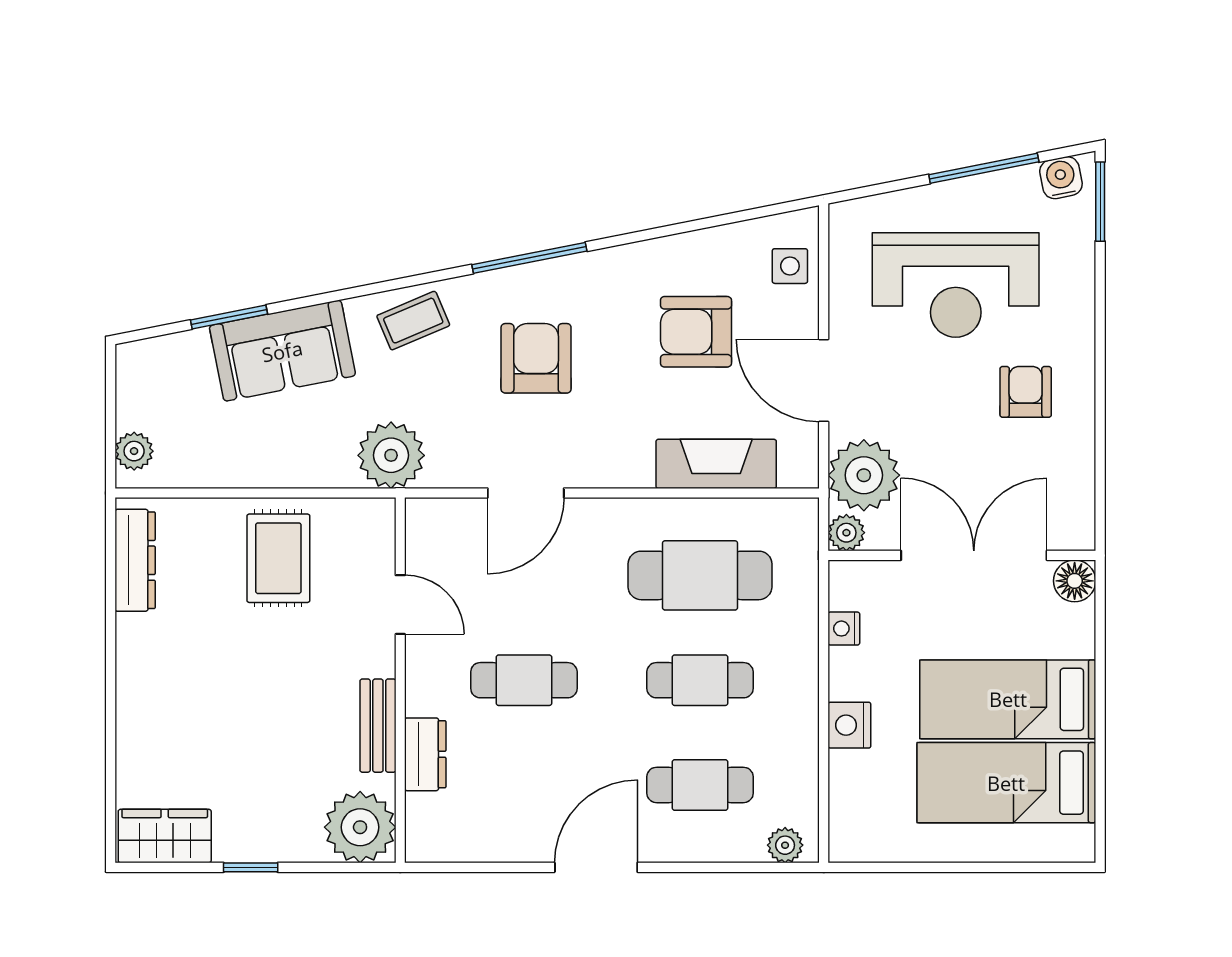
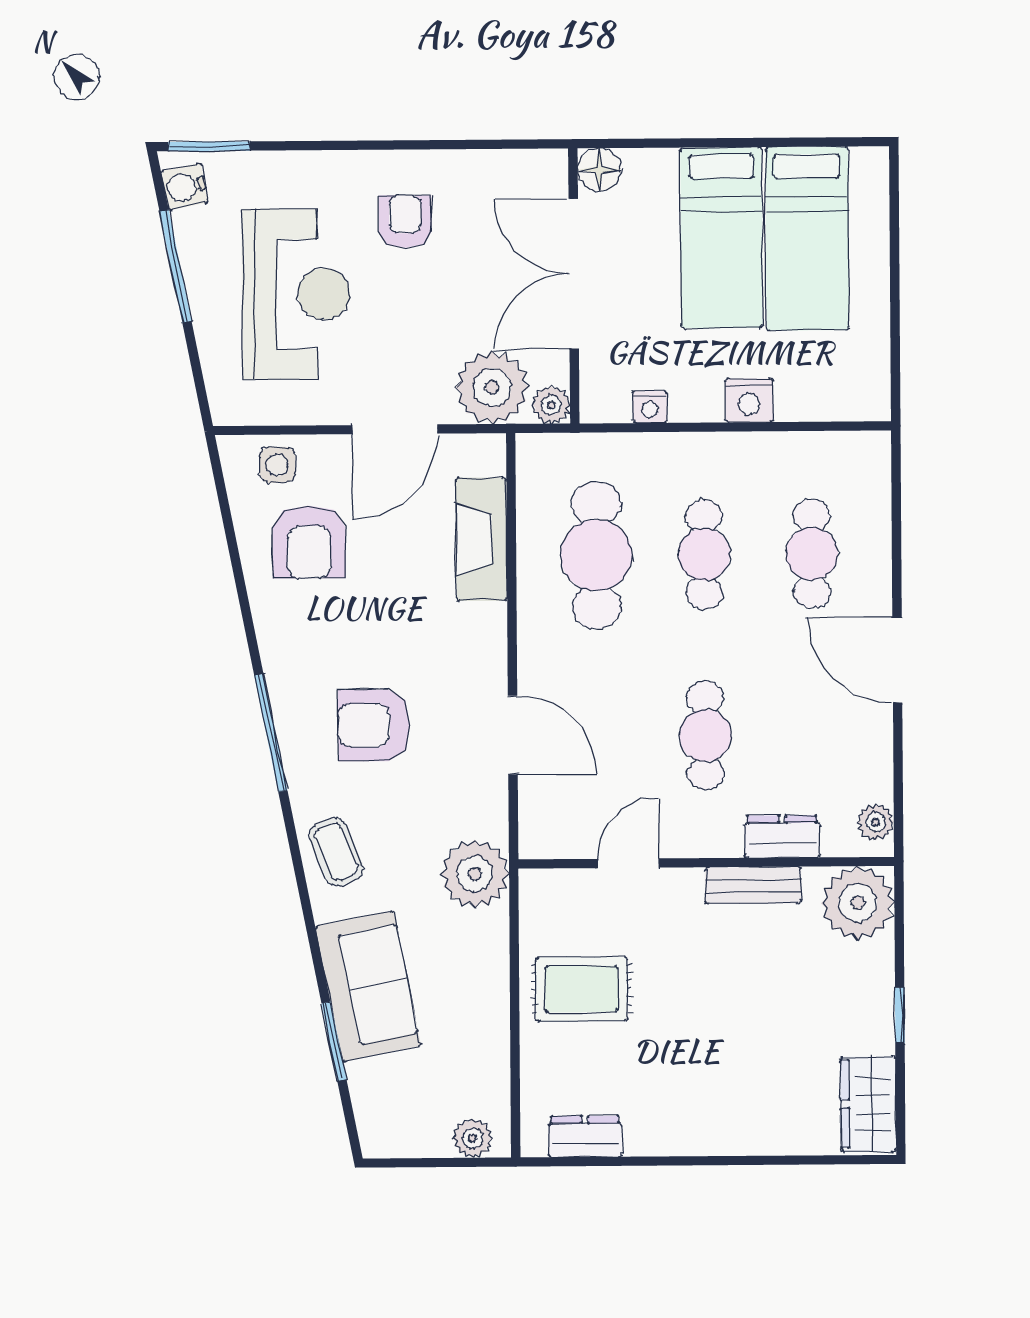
armchair: (696, 332) -> (309, 542), moved
armchair: (1026, 392) -> (405, 222), turned 90
dresser: (135, 560) -> (585, 1136), width x0.70
plant: (785, 845) -> (876, 822), moved

